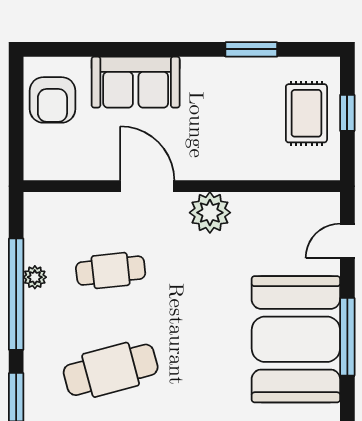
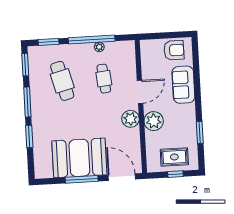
armchair: (52, 100) -> (174, 50), turned 180
plant: (218, 158) -> (154, 121), added
door: (347, 241) -> (122, 177), width x1.88

